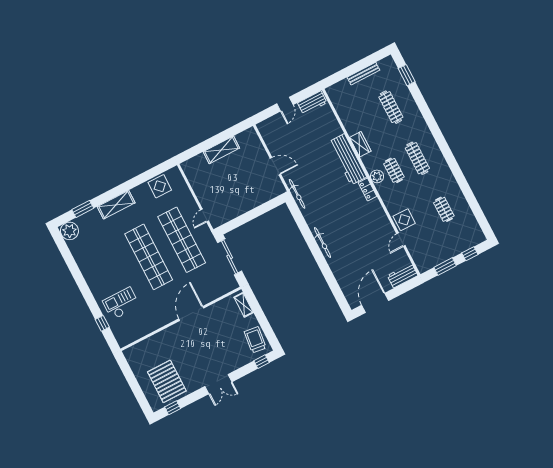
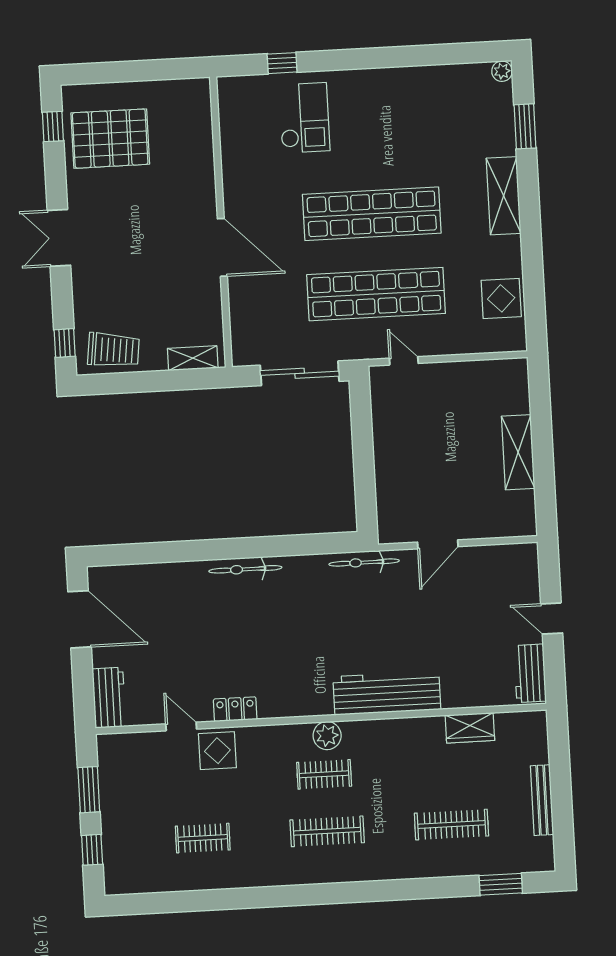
wardrobe: (360, 144) -> (470, 728), moved
locker: (367, 189) -> (235, 709), moved
plant: (69, 231) -> (502, 71), width x0.53, depth x0.53

